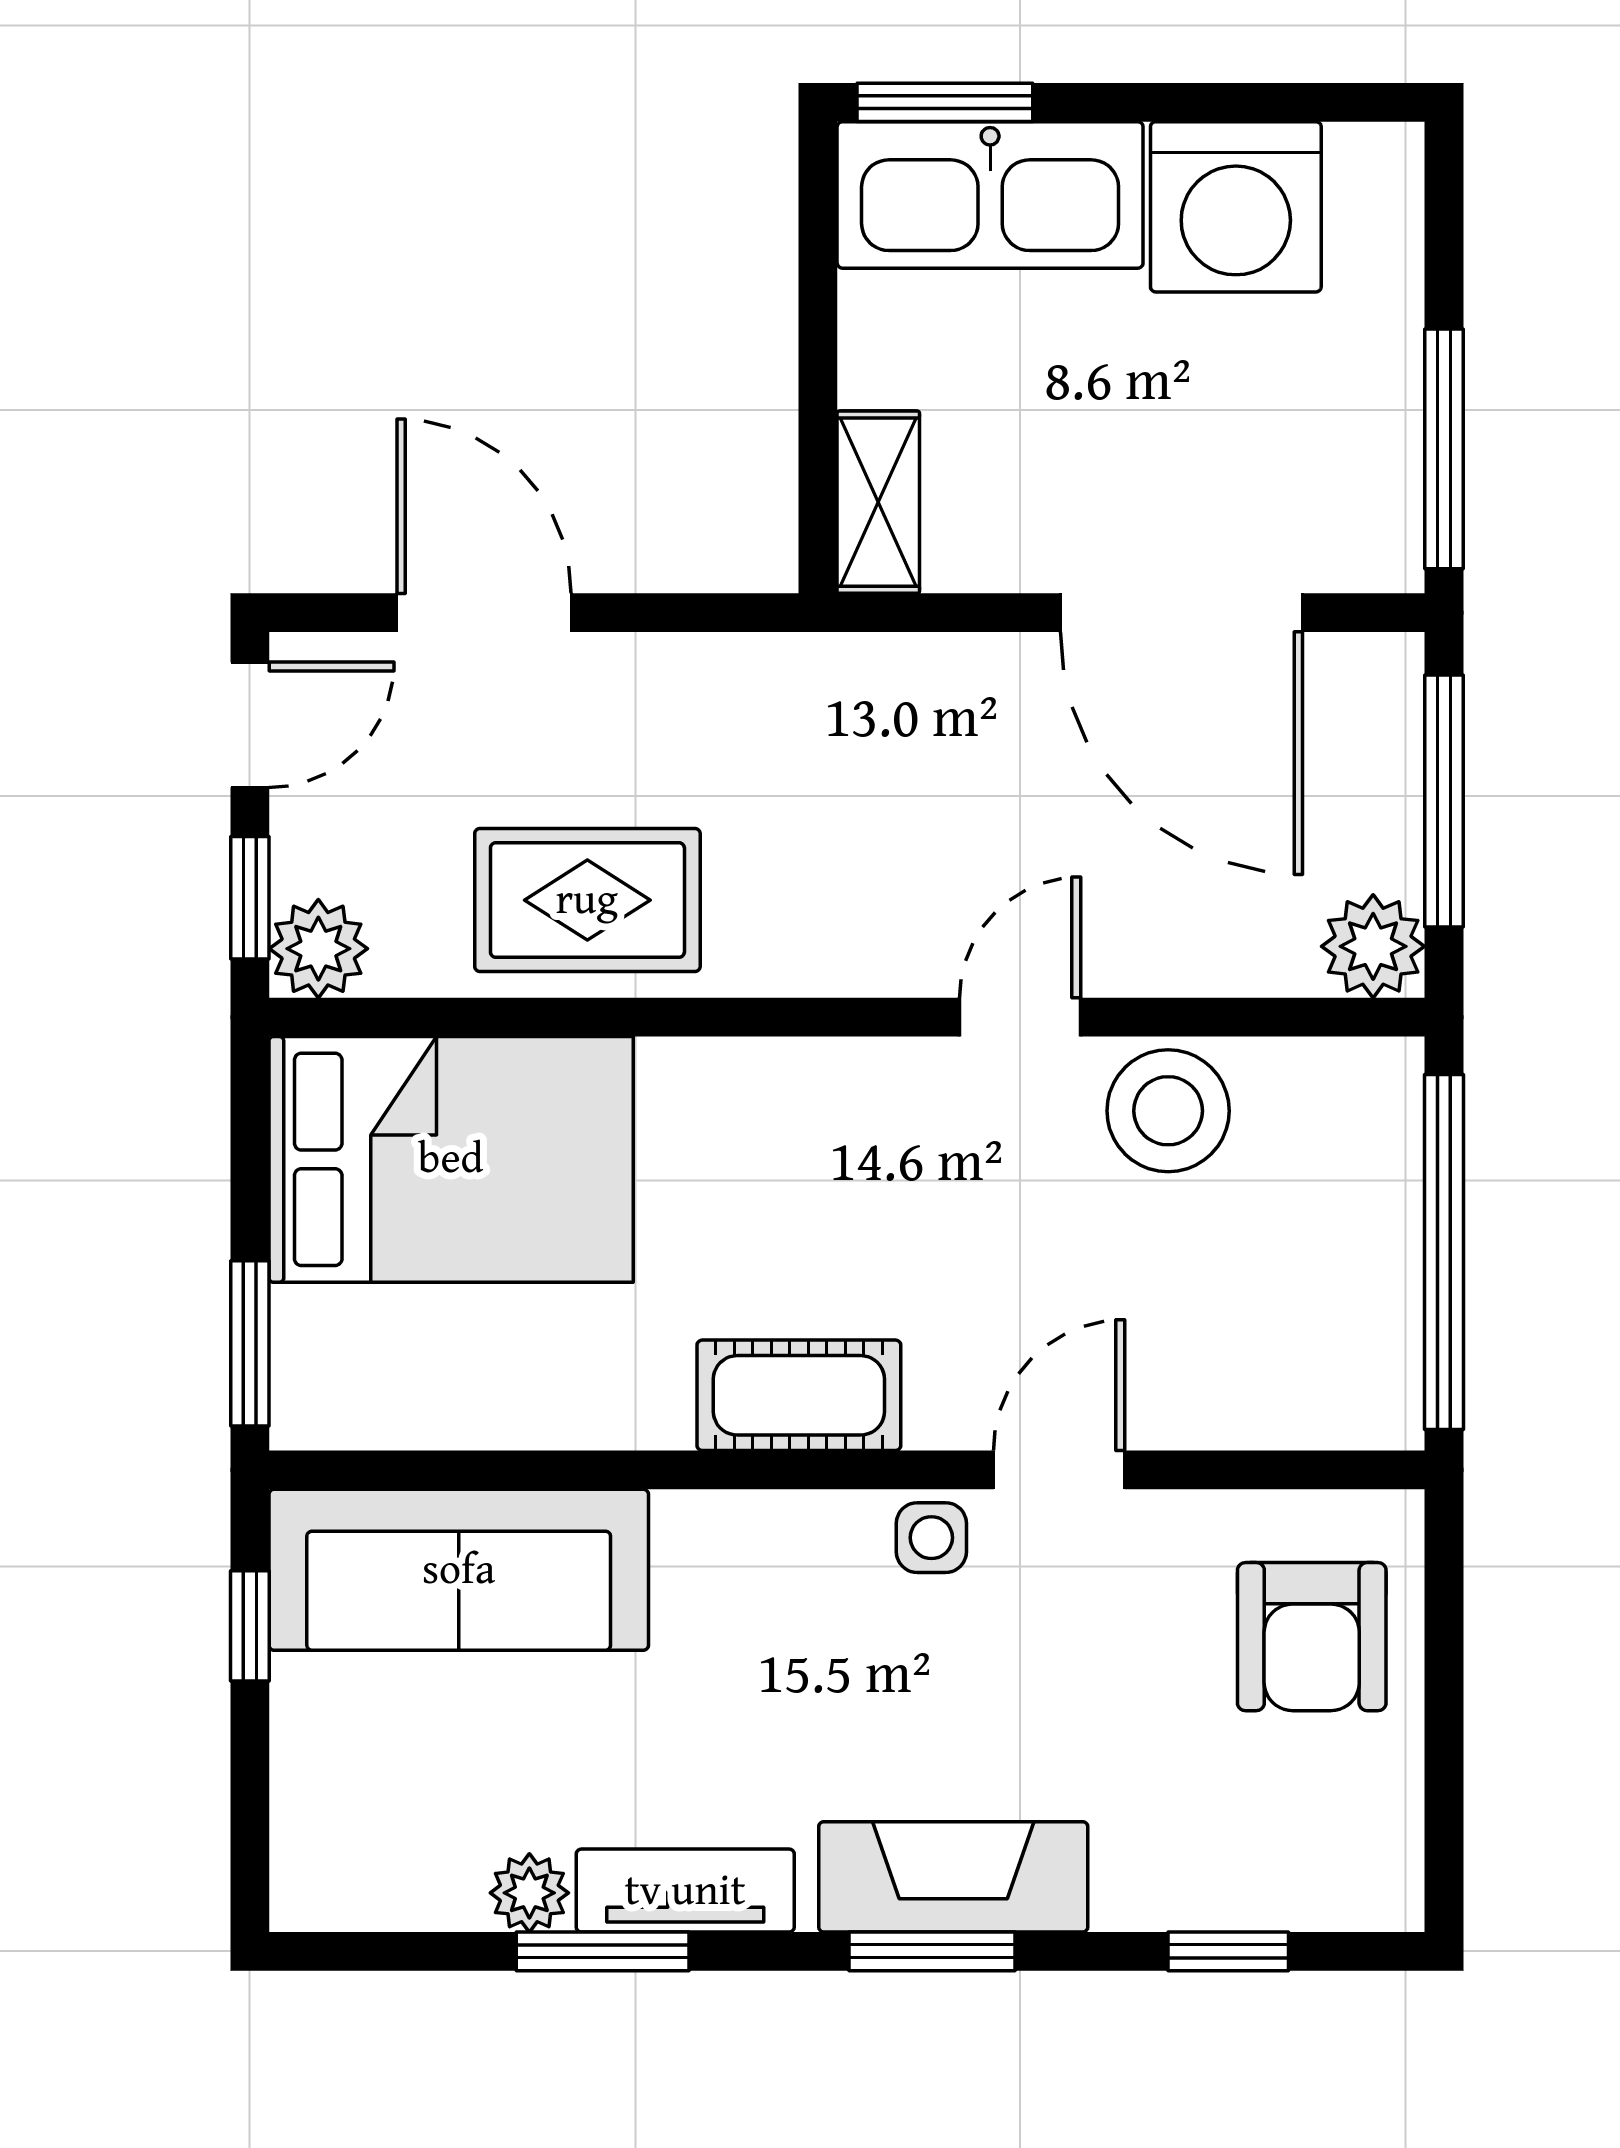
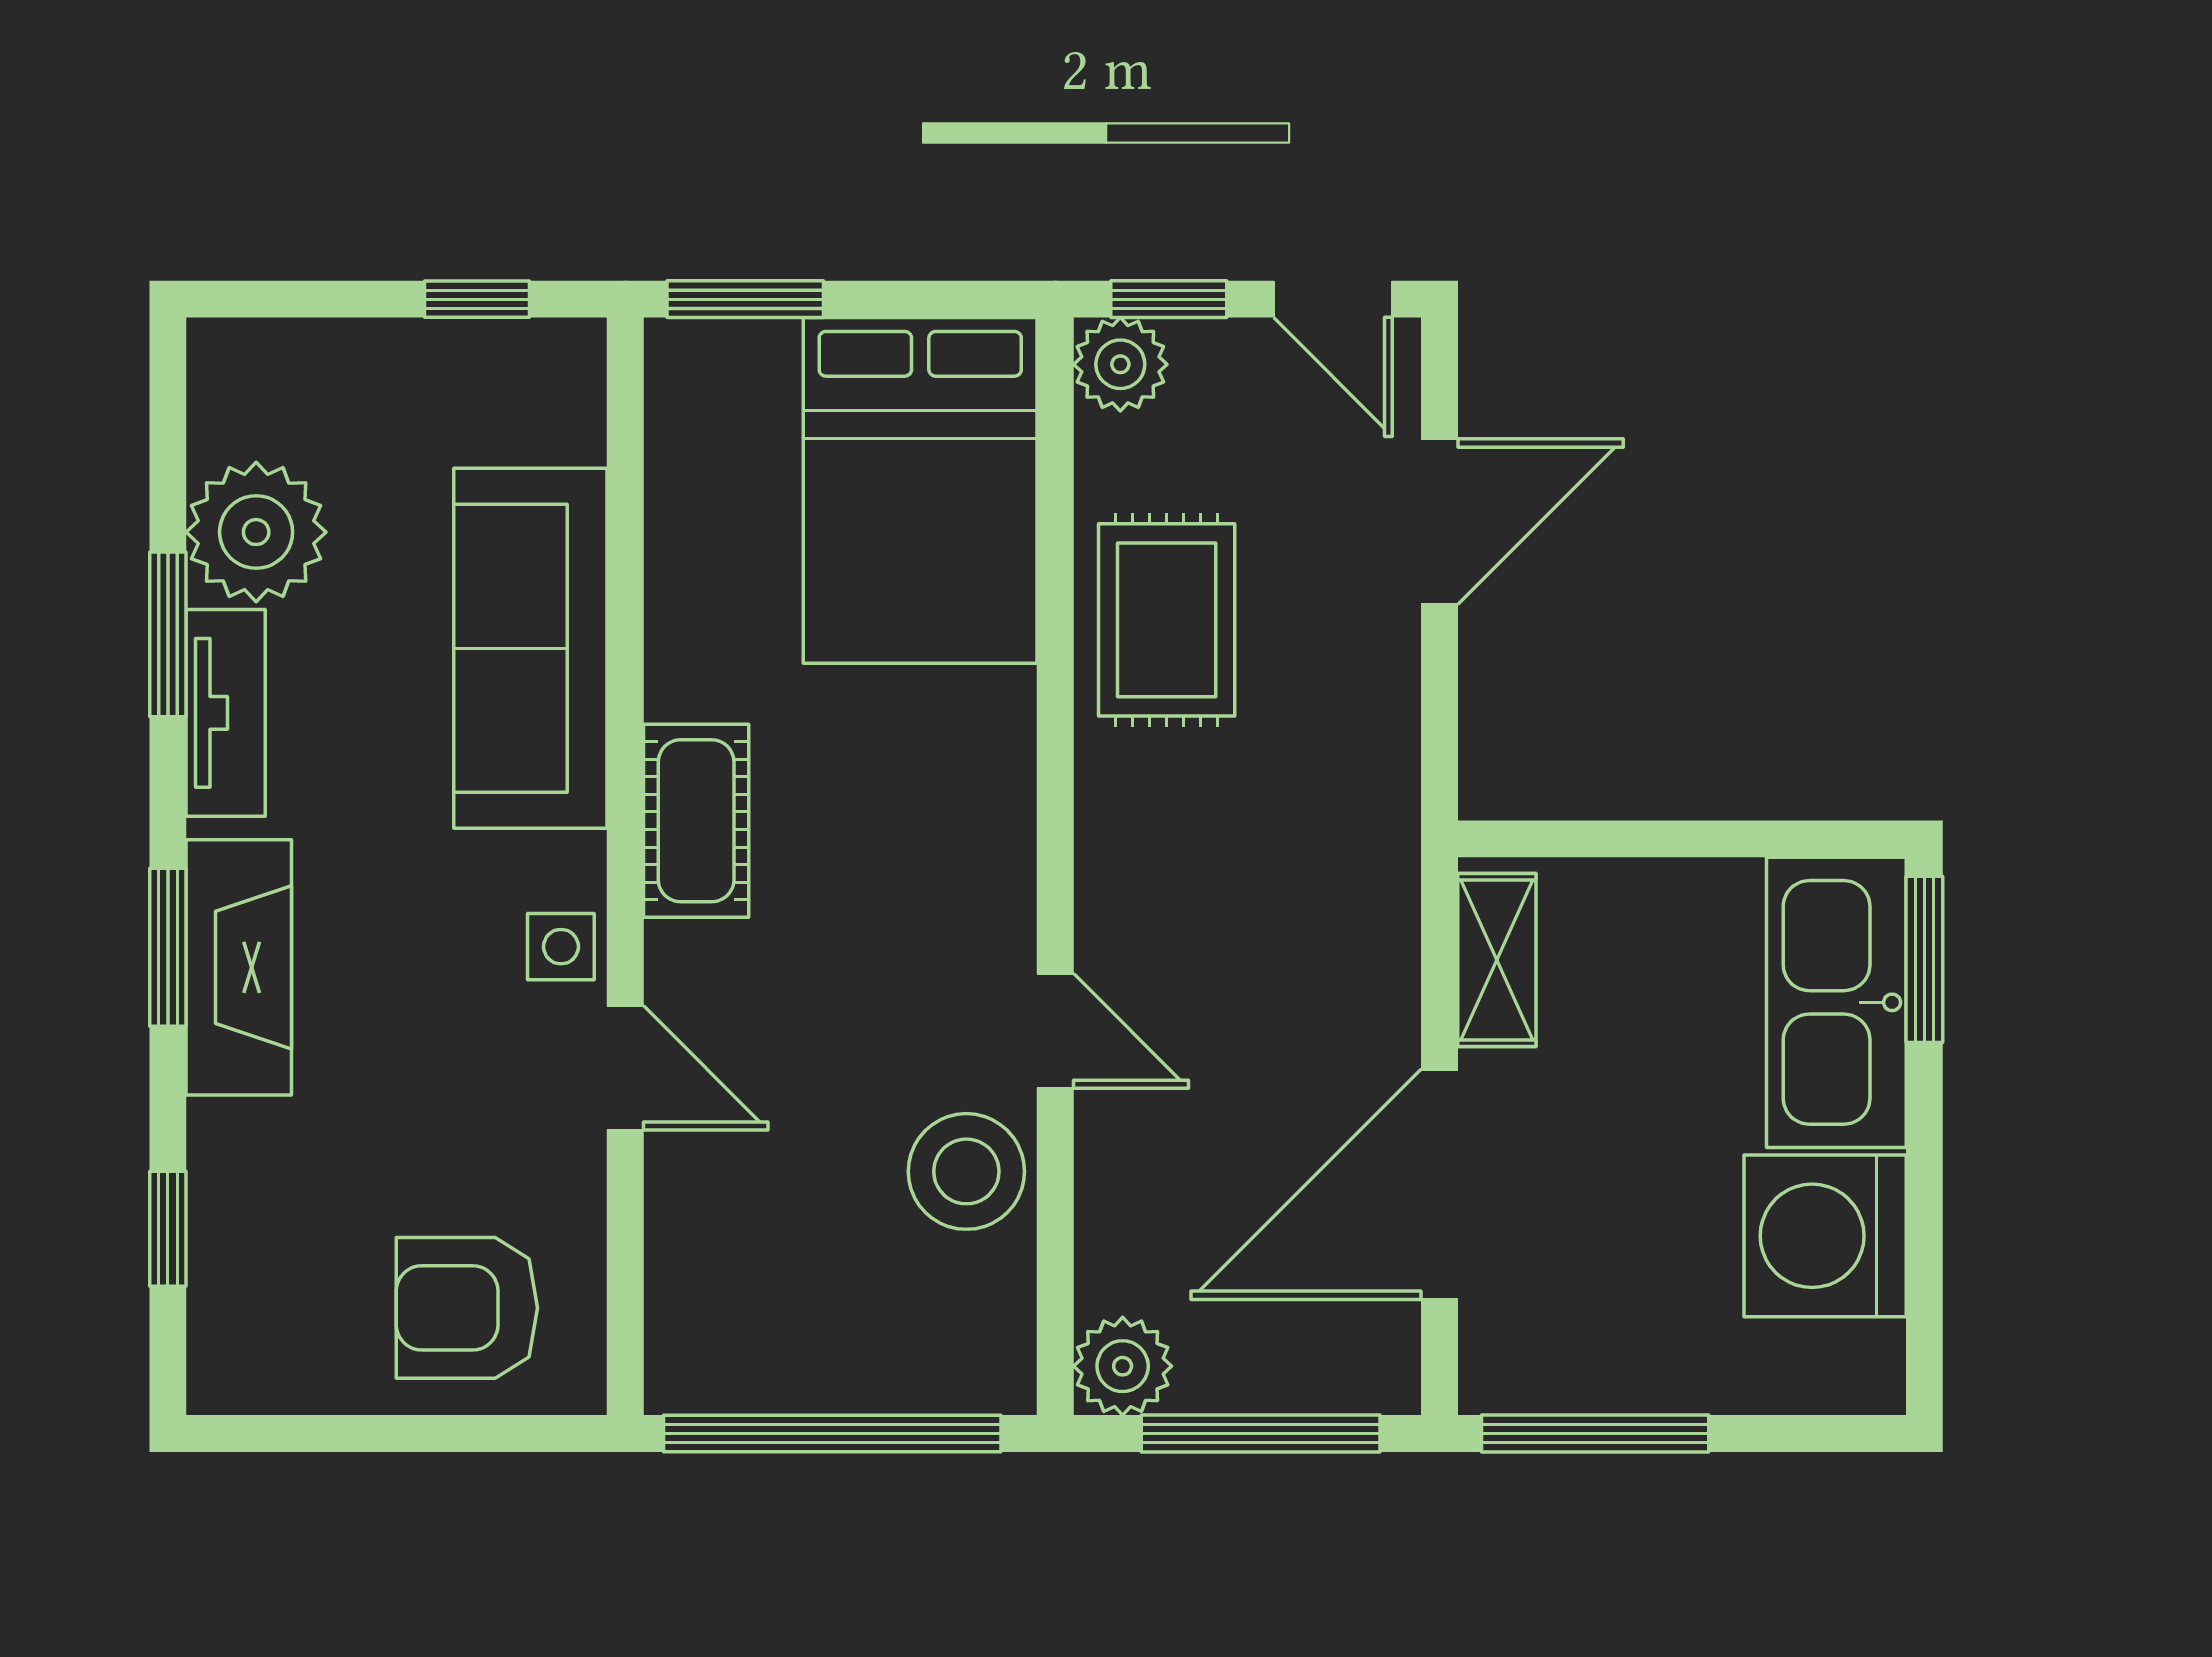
shelving: (878, 502) -> (1497, 960), moved, turned 90
sofa: (459, 1570) -> (530, 648), moved
plant: (529, 1893) -> (256, 532), width x1.88, depth x1.88

